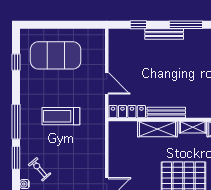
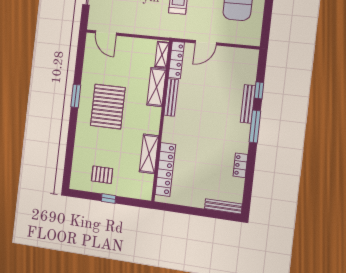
window: (138, 25) -> (259, 90), moved
shelving: (193, 127) -> (162, 55), moved

